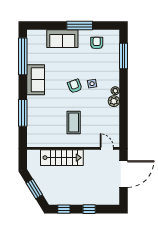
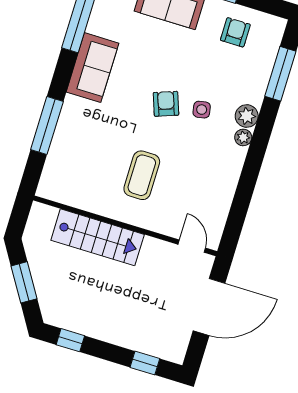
plant: (114, 101) -> (247, 116), moved
window: (89, 209) -> (145, 363), moved

